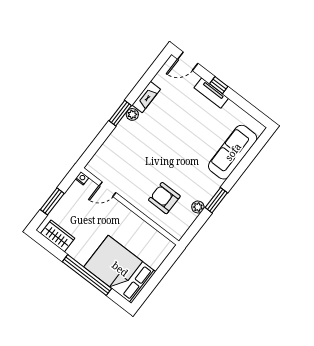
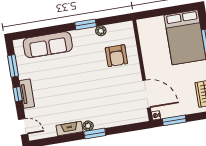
window: (246, 106) -> (13, 66), added
door: (108, 189) -> (146, 94), width x1.88
window: (52, 201) -> (174, 120), moved

